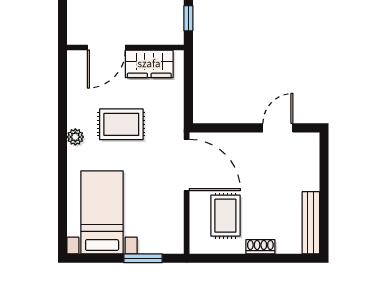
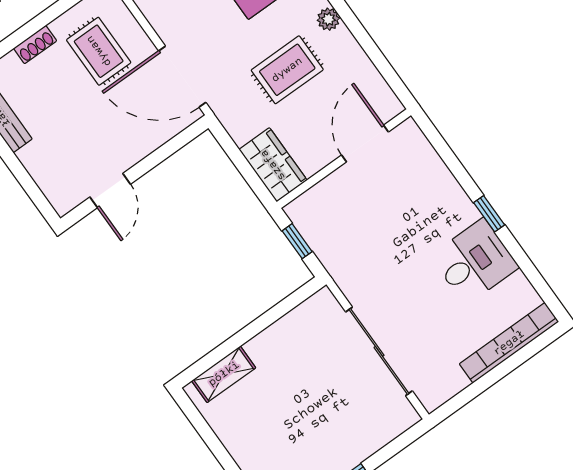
wardrobe: (149, 64) -> (273, 165), moved, turned 90

